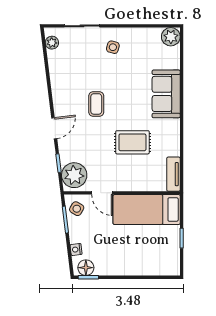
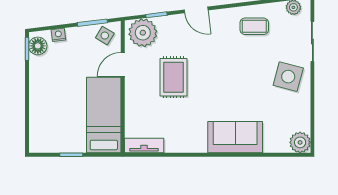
side table: (113, 47) -> (288, 77), width x1.87, depth x1.87
coffee table: (96, 104) -> (254, 26), moved
rug: (132, 142) -> (173, 77), moved

